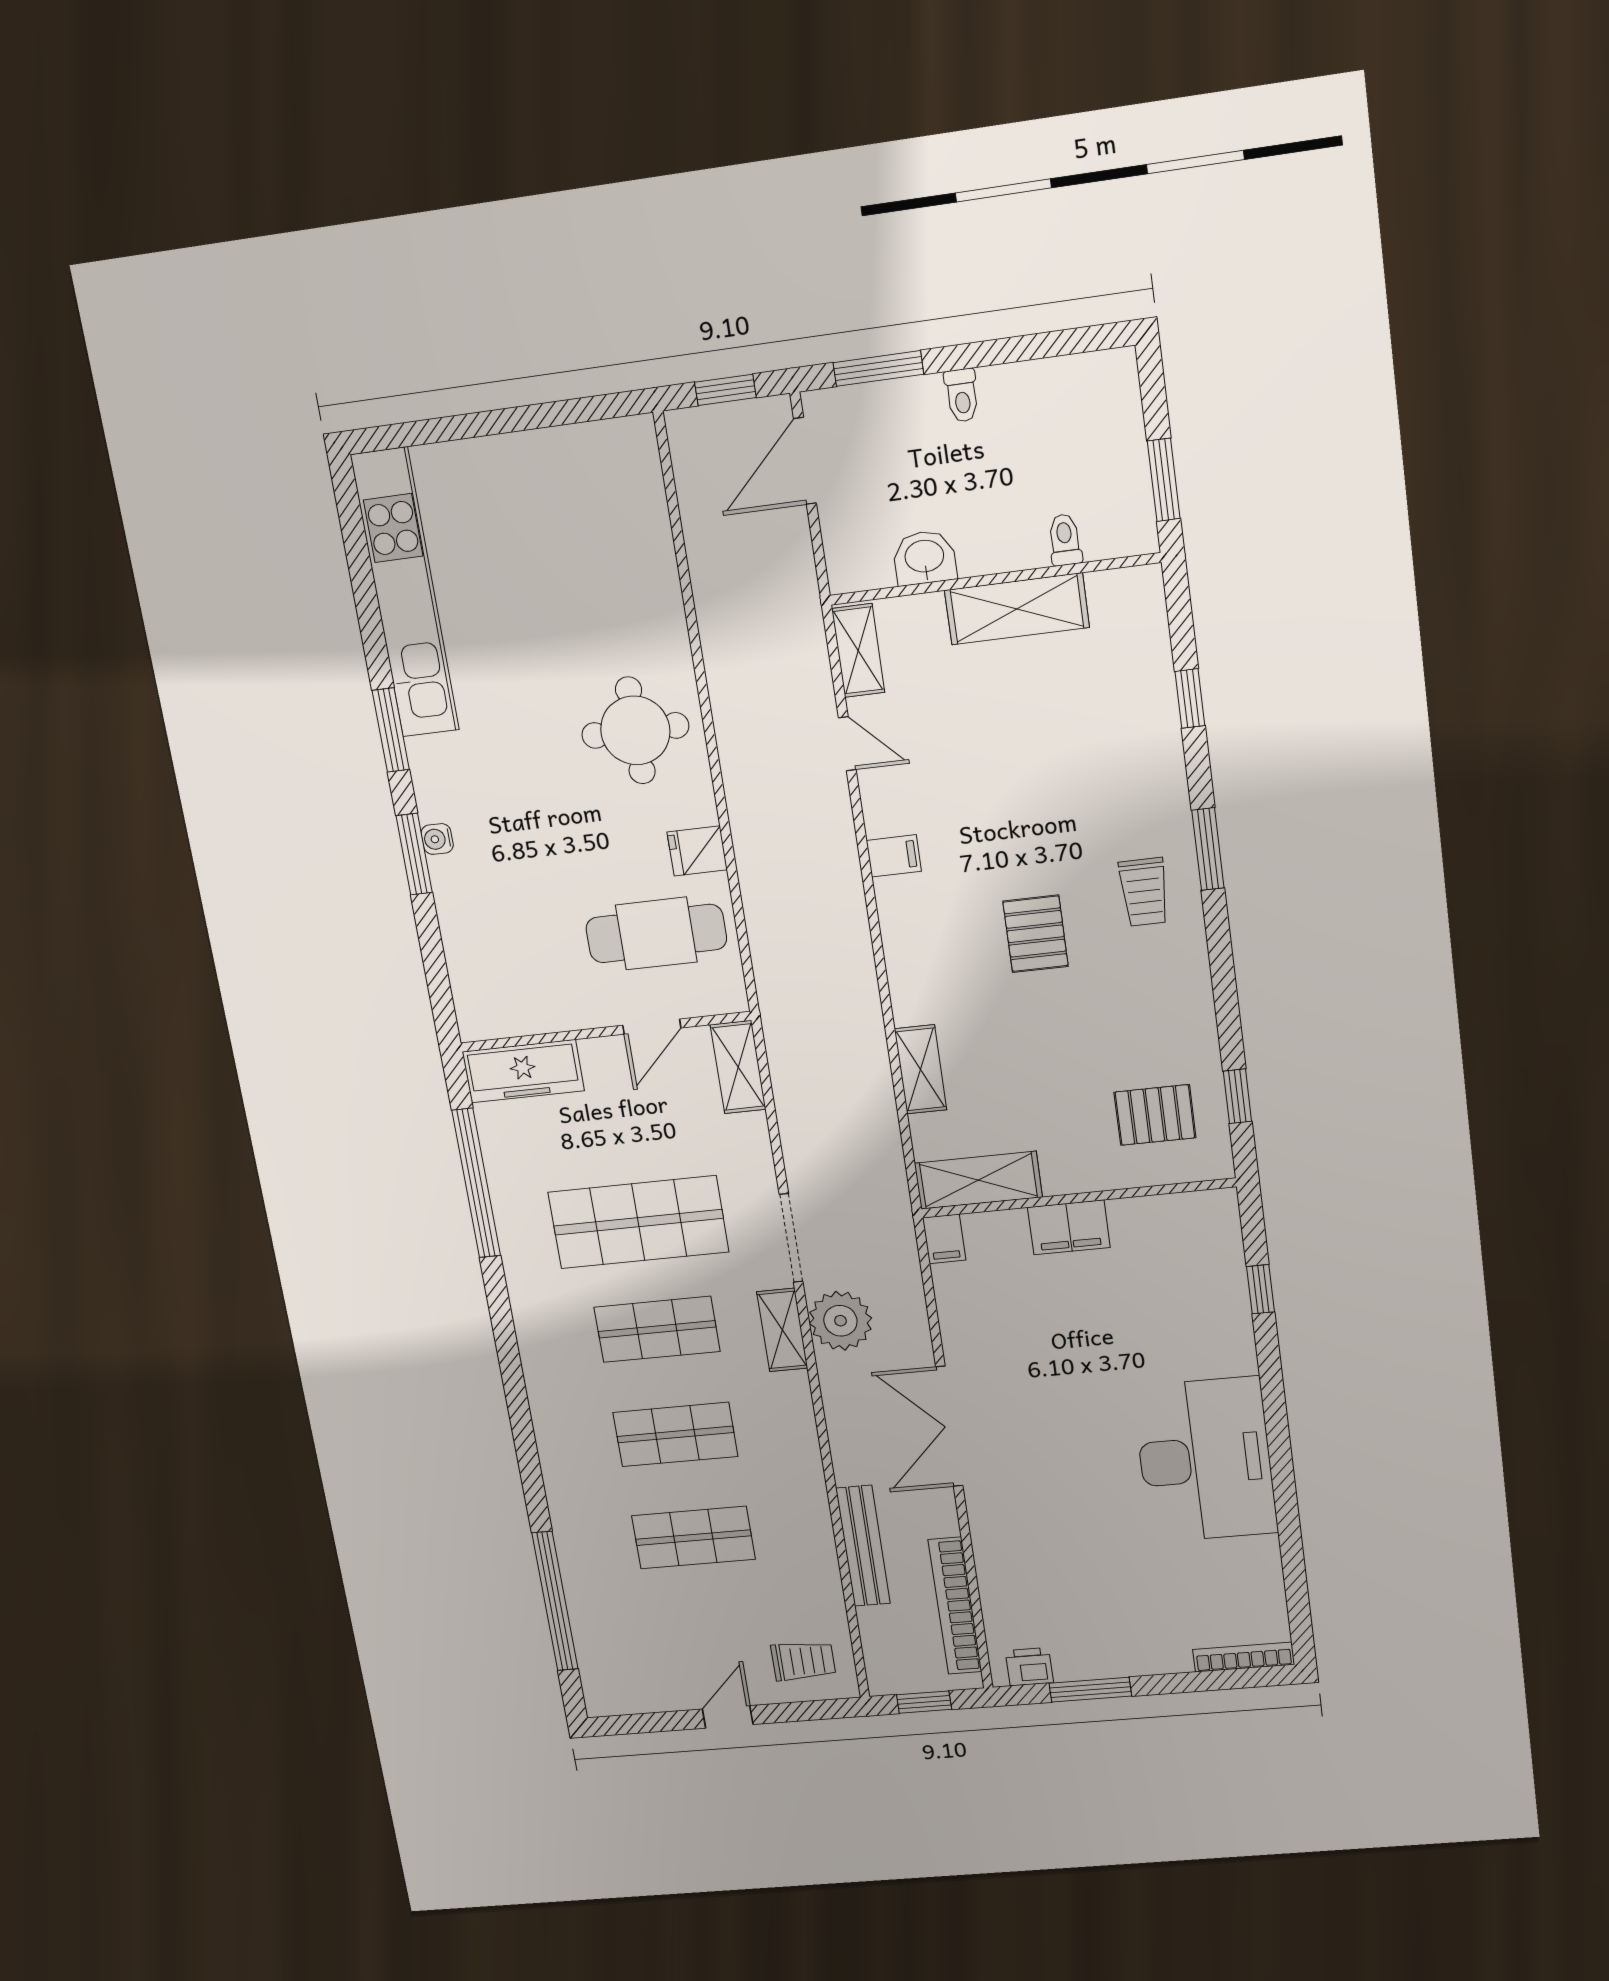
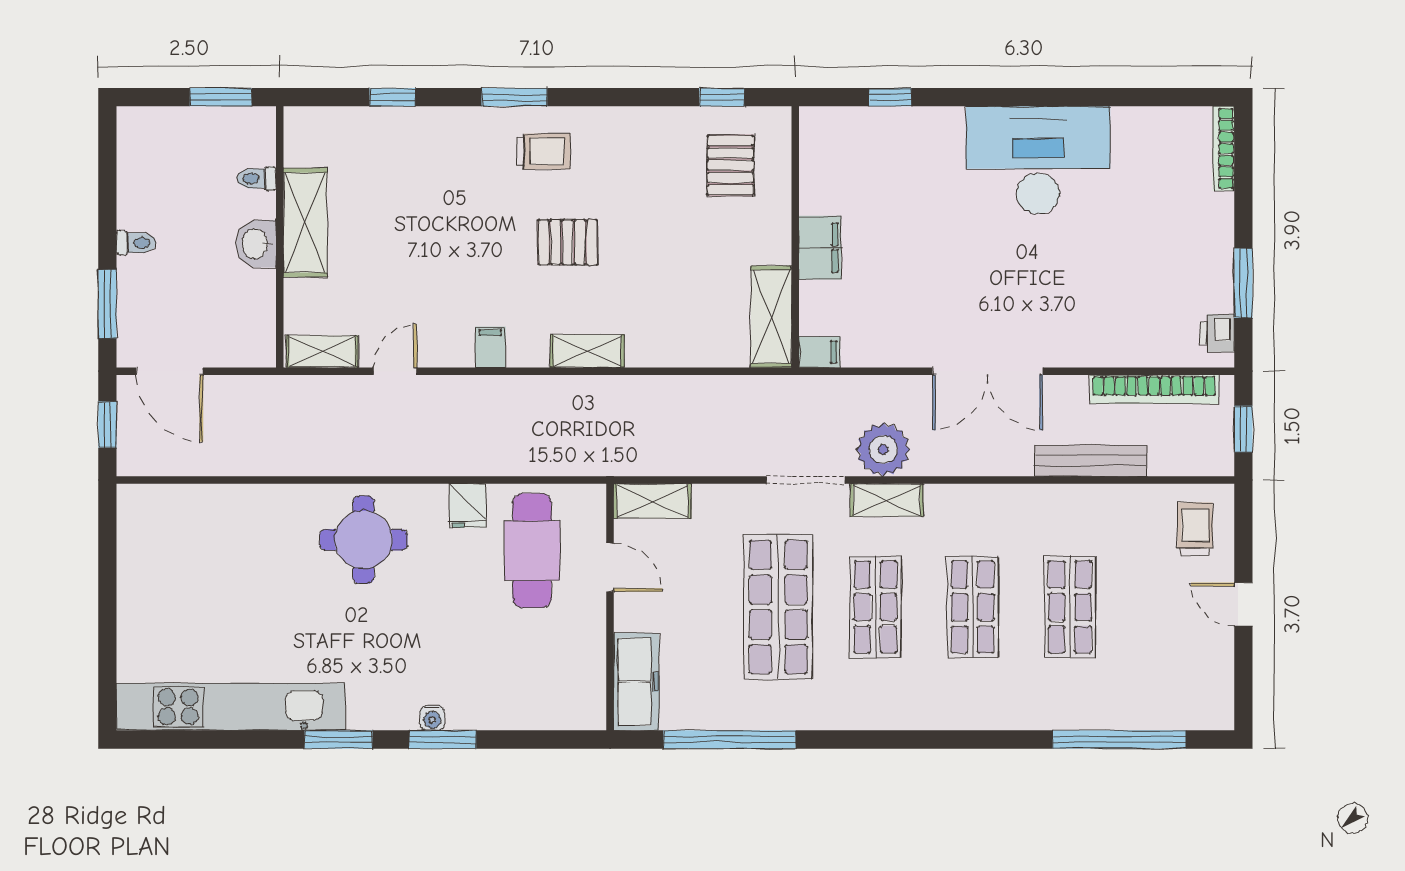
washbasin: (925, 558) -> (256, 244), moved
shelving: (921, 1069) -> (587, 351), moved

